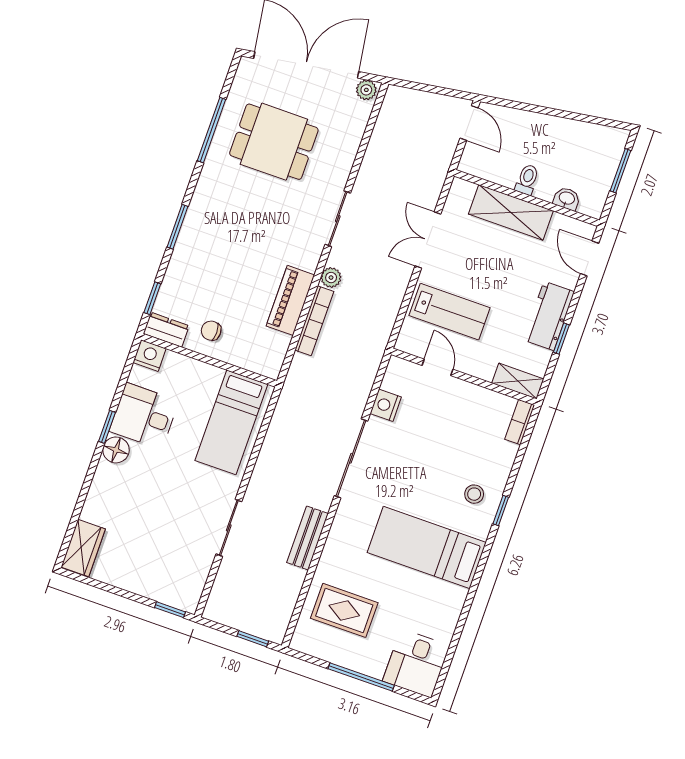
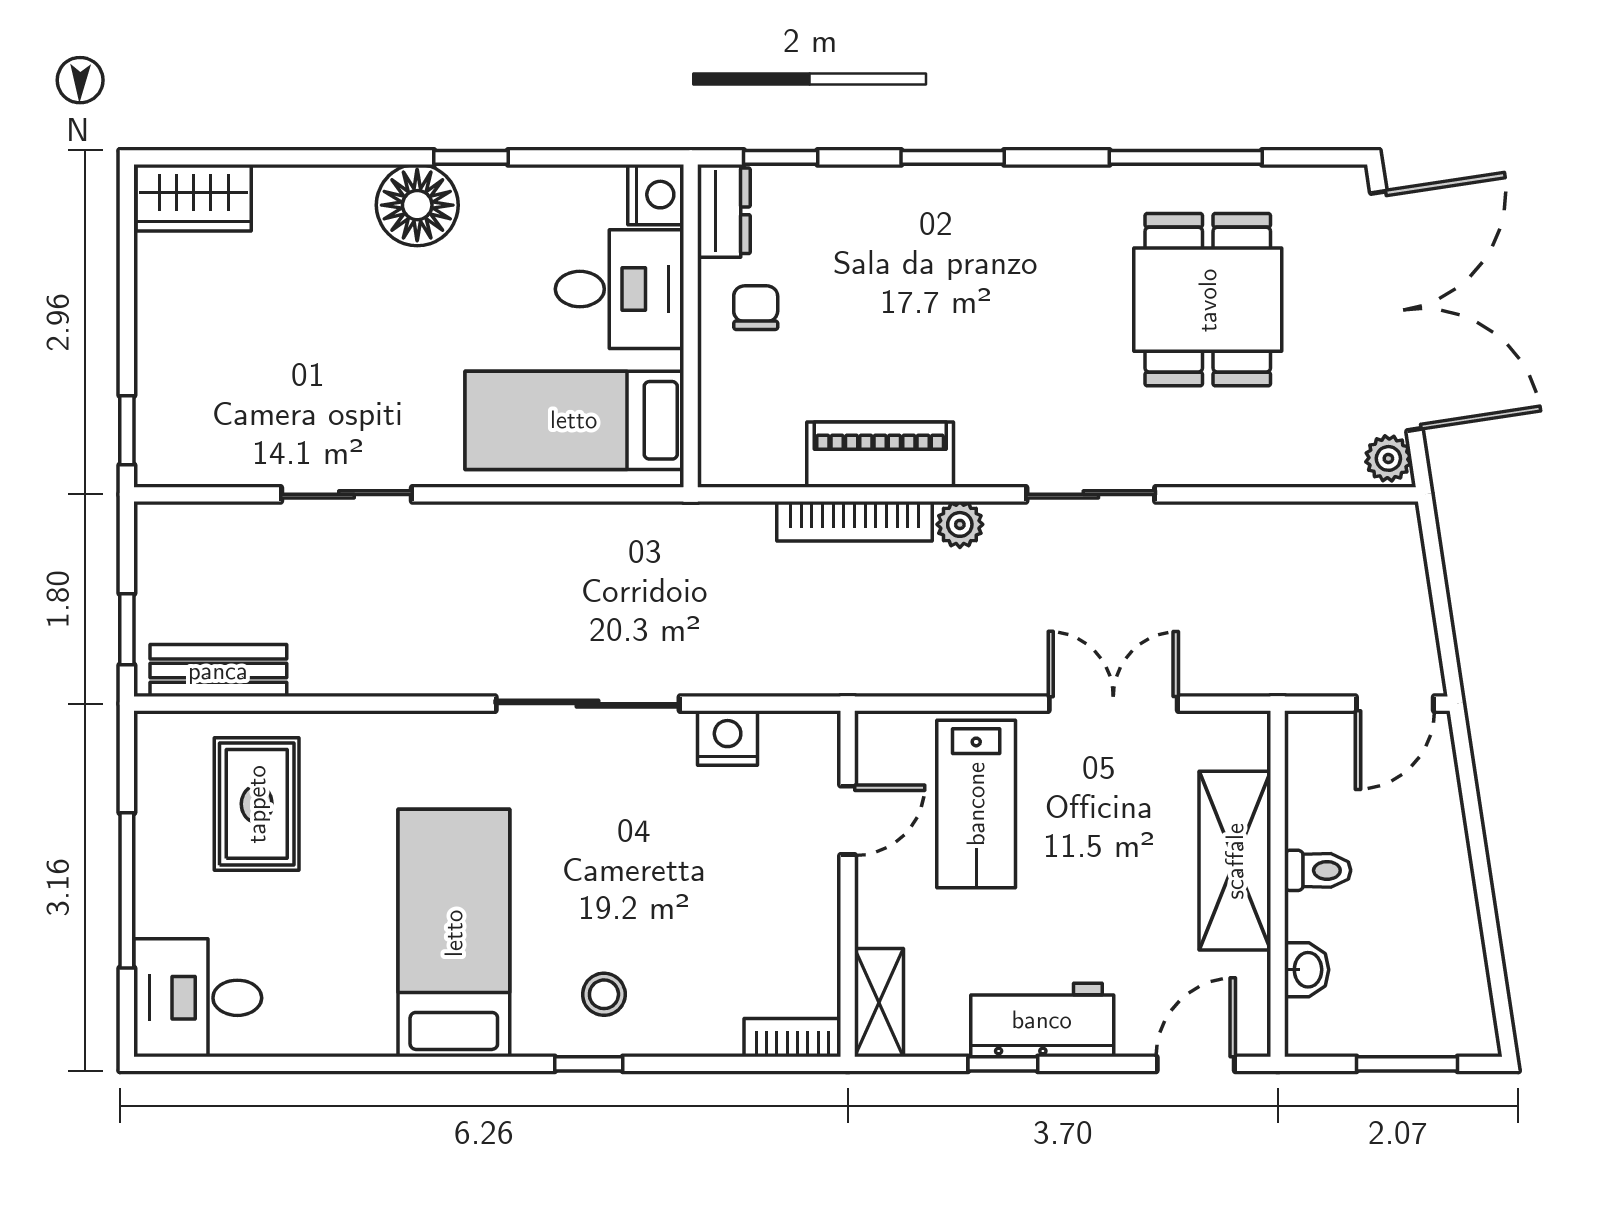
desk: (144, 416) -> (620, 289), moved, turned 90
floor lamp: (116, 450) -> (417, 205), width x1.38, depth x1.38
bench: (308, 538) -> (218, 671), moved

